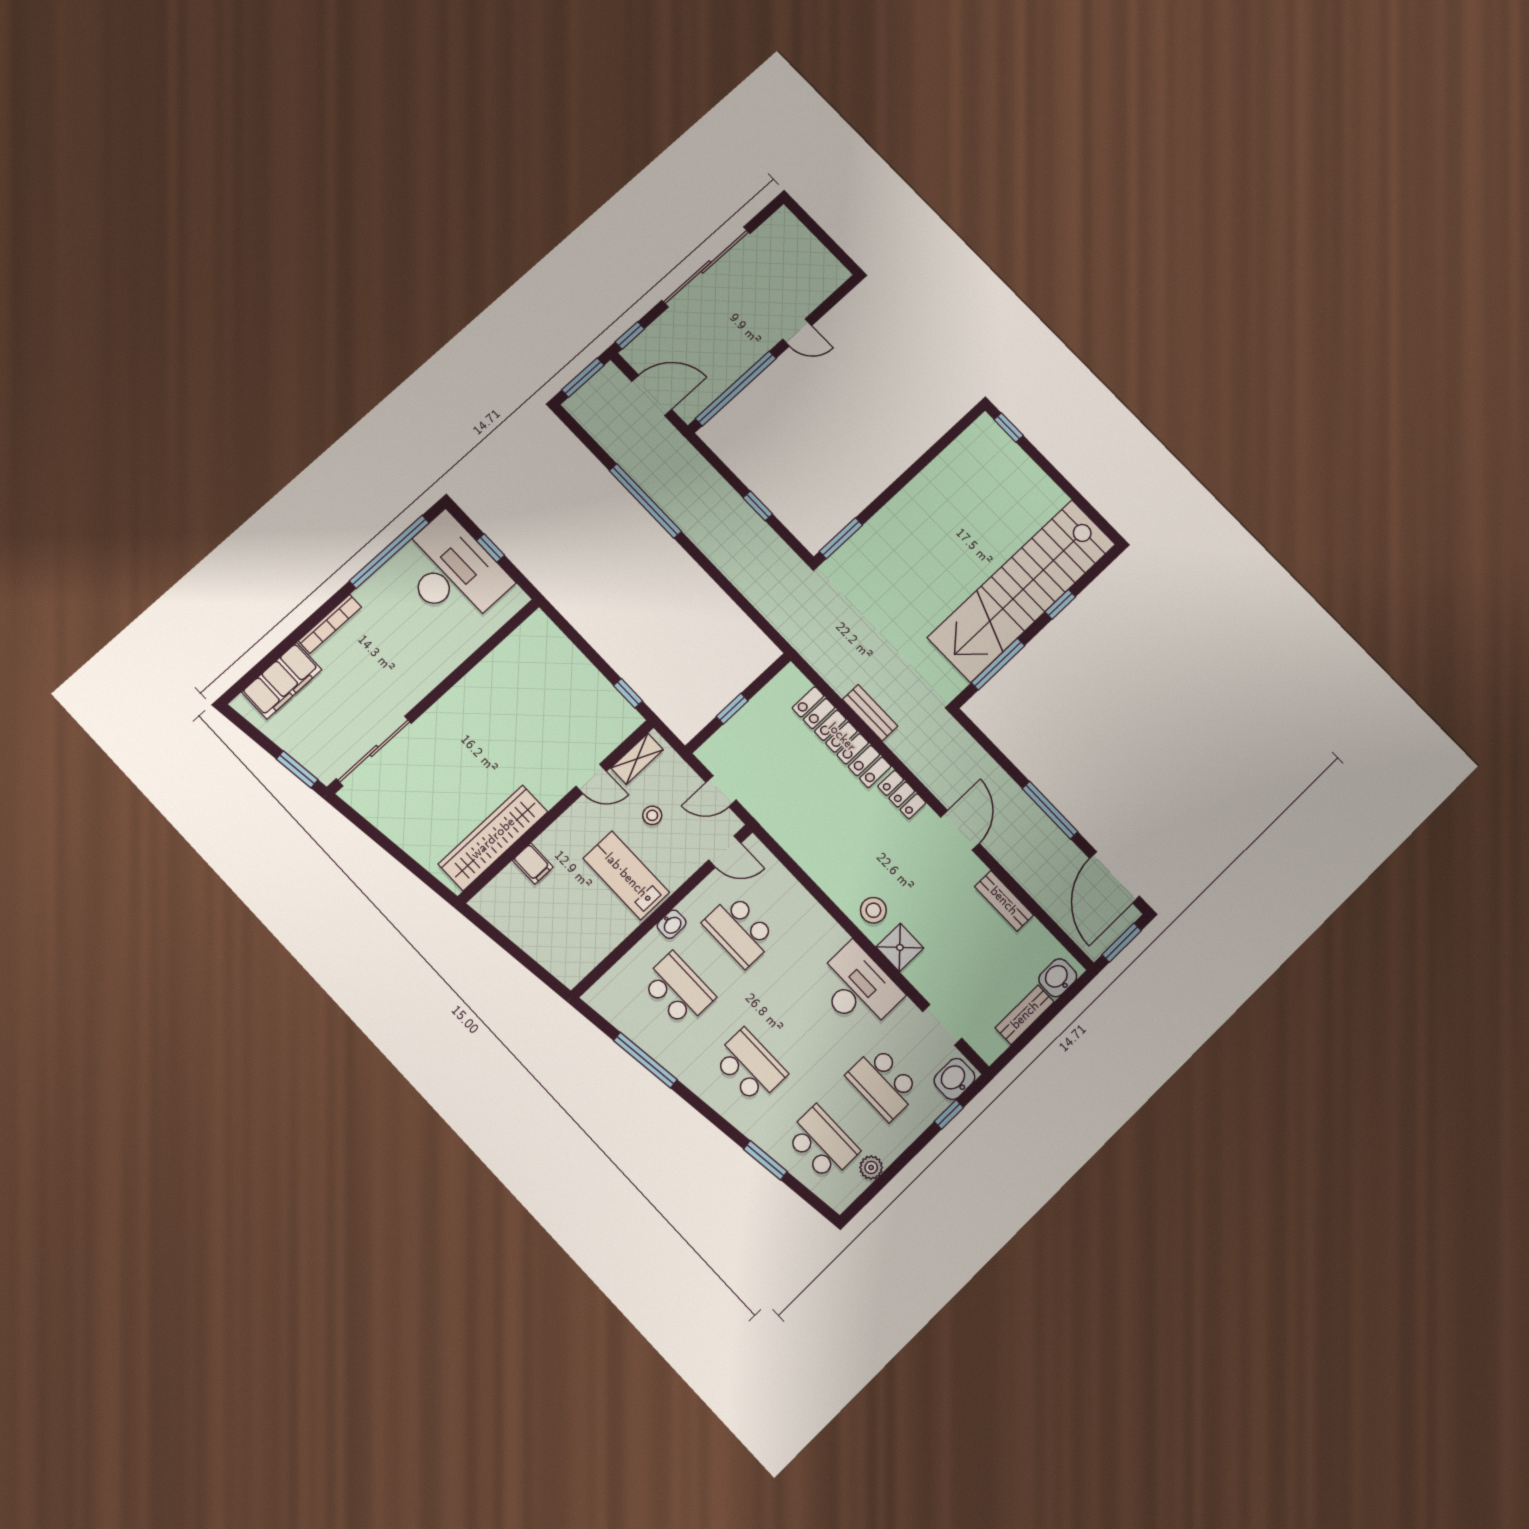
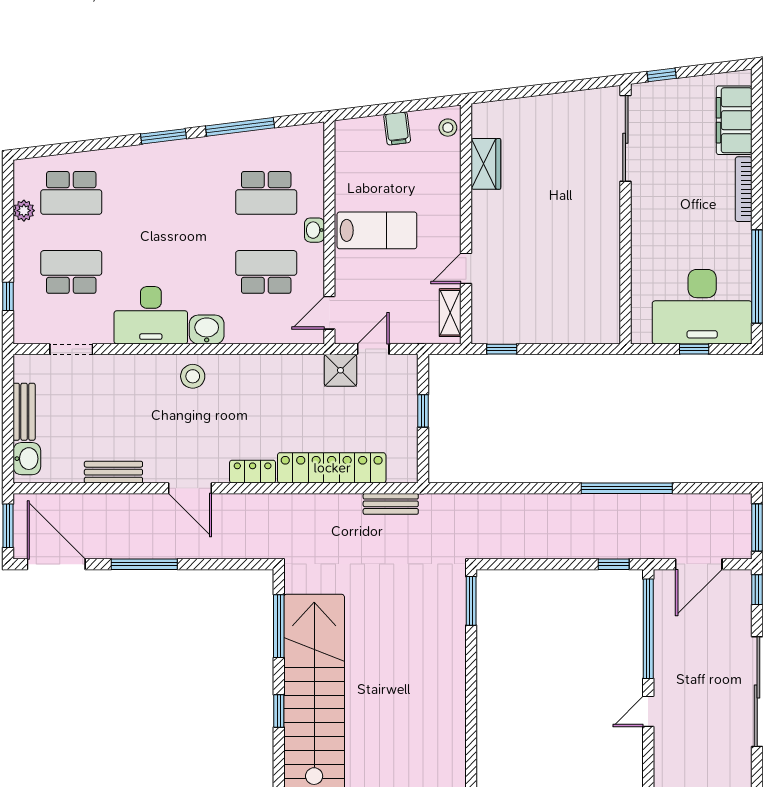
window: (758, 506) -> (614, 564), moved
bench: (870, 713) -> (391, 504), moved
window: (297, 769) -> (662, 75), width x0.67
stool: (652, 815) -> (448, 128), moved
wardrobe: (493, 838) -> (486, 164), width x0.48, depth x0.85
filing cabinet: (533, 864) -> (397, 128), moved, turned -97
shower: (900, 947) -> (340, 370), moved
school desk: (750, 1066) -> (169, 193), removed
washbasin: (954, 1079) -> (207, 329), moved, turned -90
window: (765, 1160) -> (163, 136), moved

